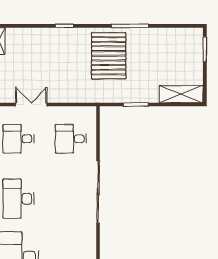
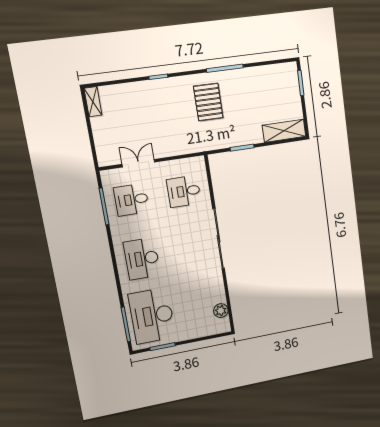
pallet: (109, 56) -> (208, 102), width x0.73, depth x0.71

